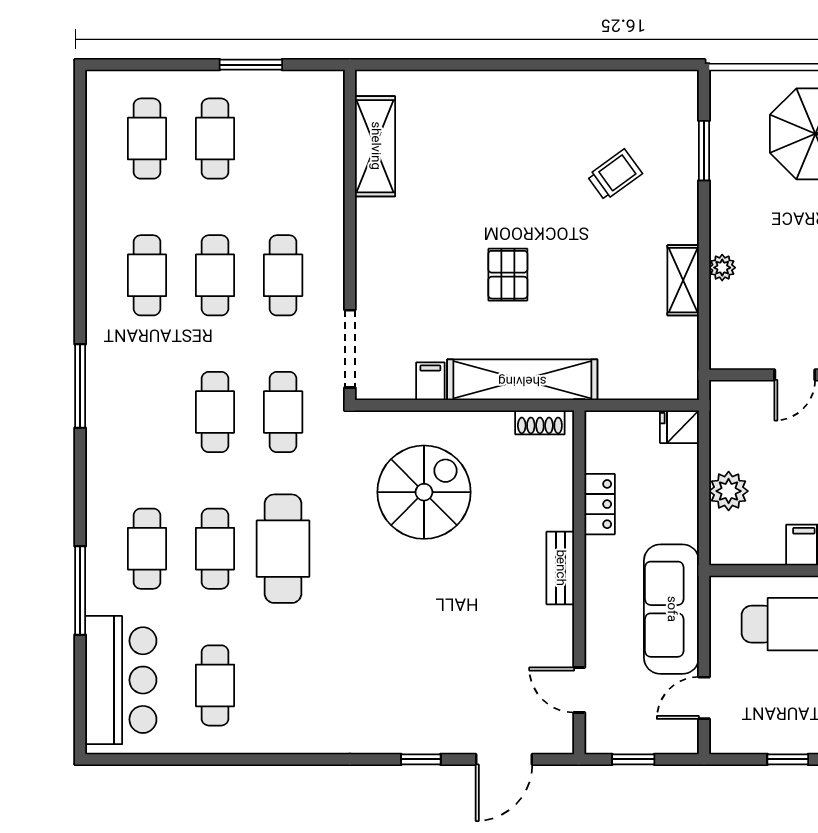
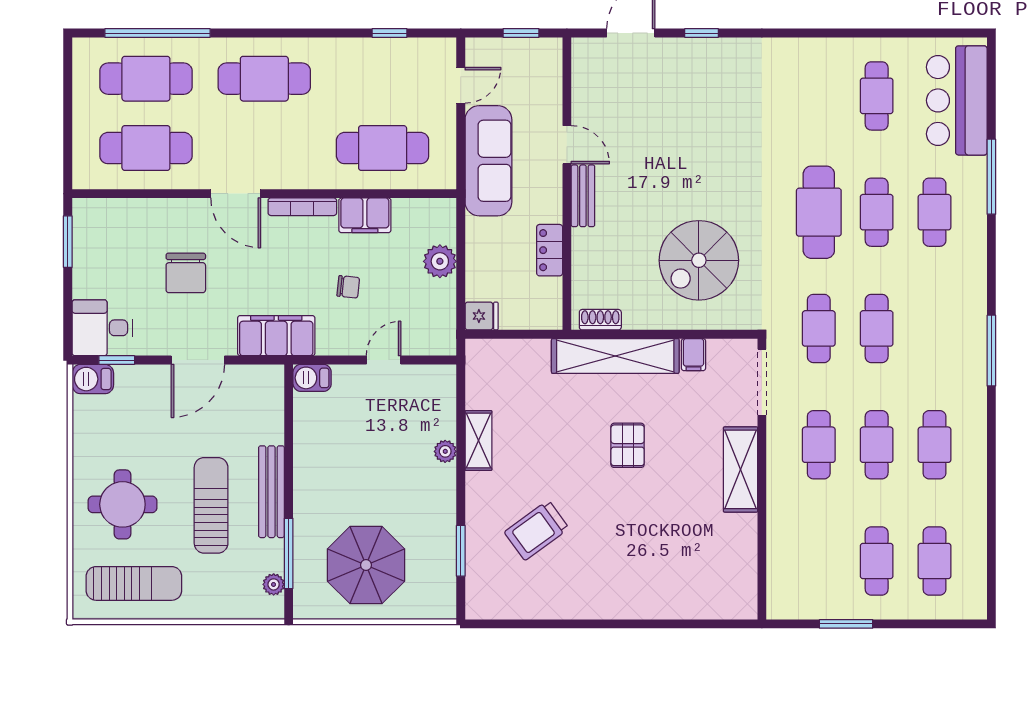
shelving: (375, 146) -> (741, 469), moved
trolley: (615, 175) -> (537, 530), width x1.36, depth x1.39
door: (579, 690) -> (567, 145), moved

